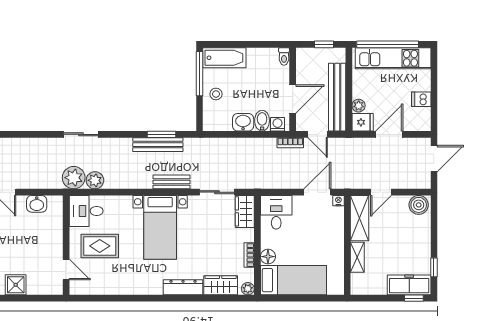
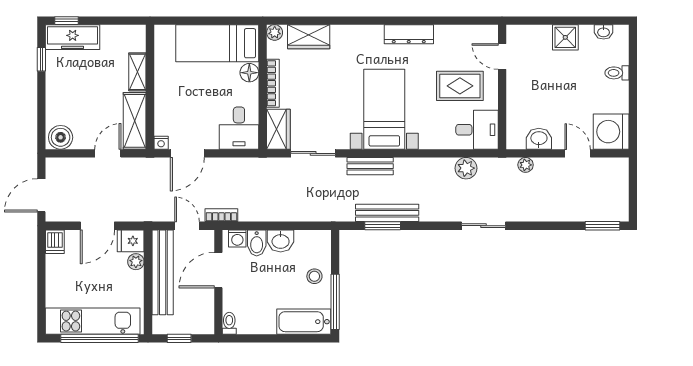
dishwasher: (421, 99) -> (55, 242), moved, turned 90
plant: (74, 178) -> (526, 165), moved, width x0.53, depth x0.53
bookcase: (249, 255) -> (273, 83), width x1.56
dresser: (183, 287) -> (409, 34), moved

